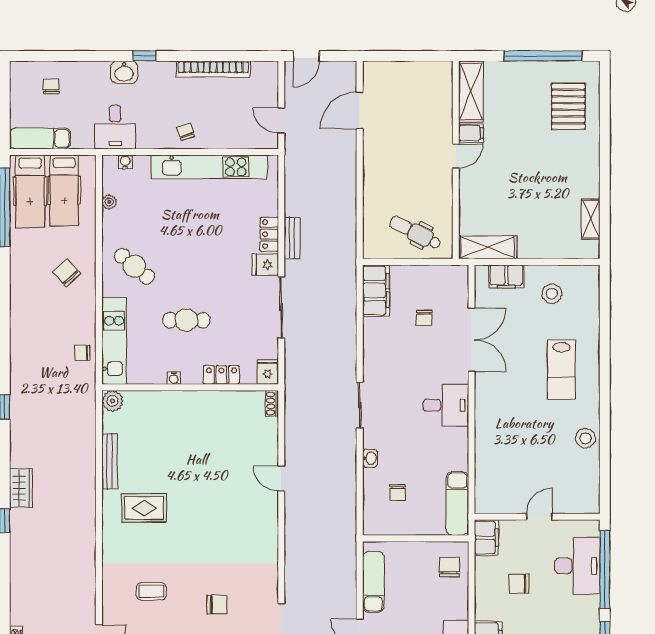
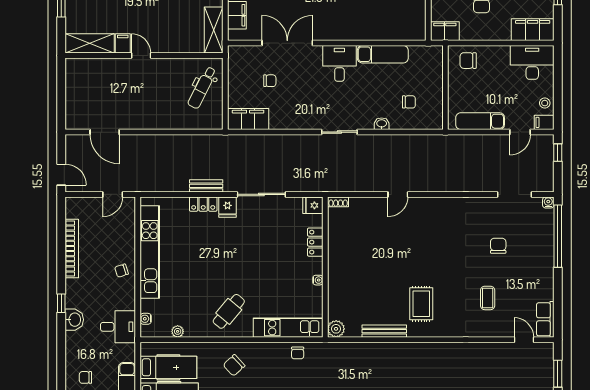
cafe table: (186, 320) -> (272, 270), removed
exam couch: (457, 503) -> (383, 54), moved

